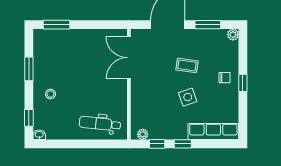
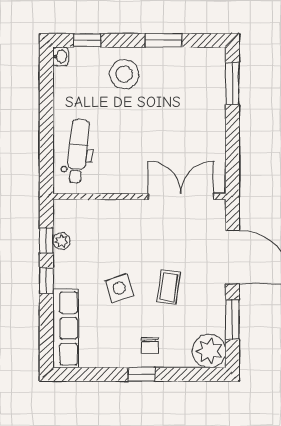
plant: (233, 35) -> (209, 351), width x1.88, depth x1.88
stool: (50, 94) -> (124, 74), width x1.89, depth x1.89
plant: (143, 134) -> (61, 241), moved

